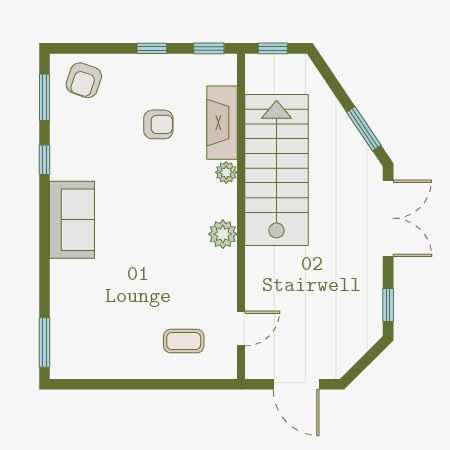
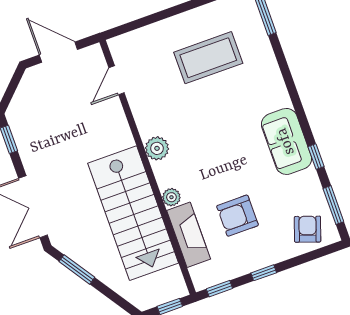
armchair: (158, 124) -> (237, 216), width x1.38, depth x1.38
sofa: (72, 220) -> (286, 141), moved
coffee table: (184, 341) -> (208, 58), moved, width x1.86, depth x1.72

